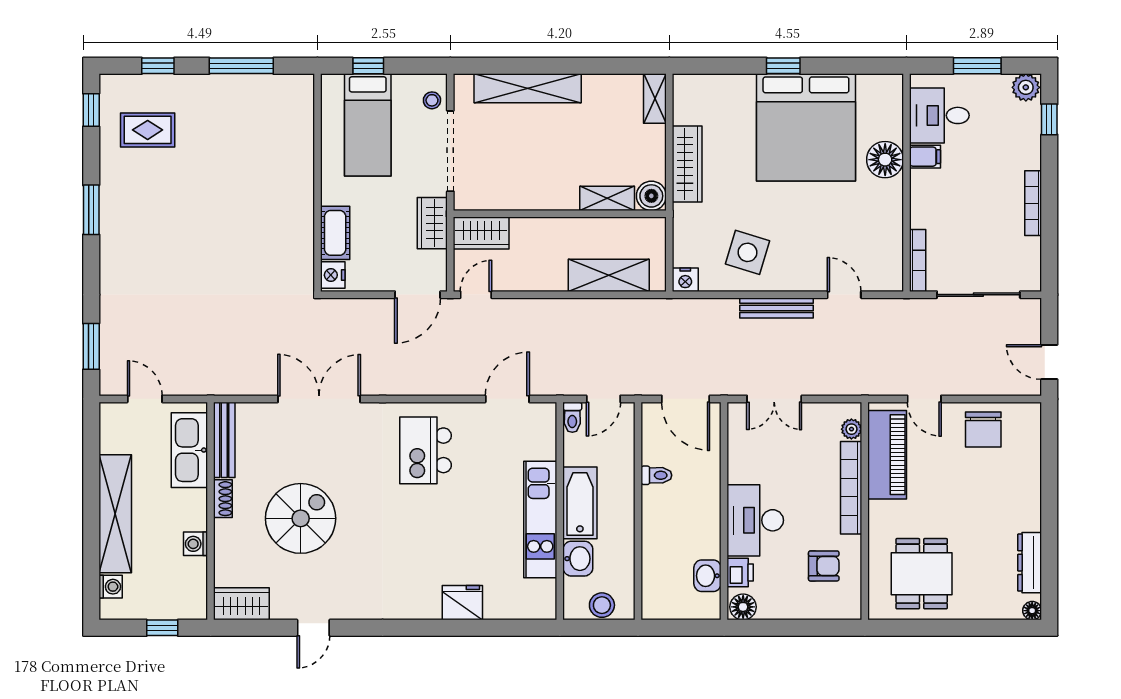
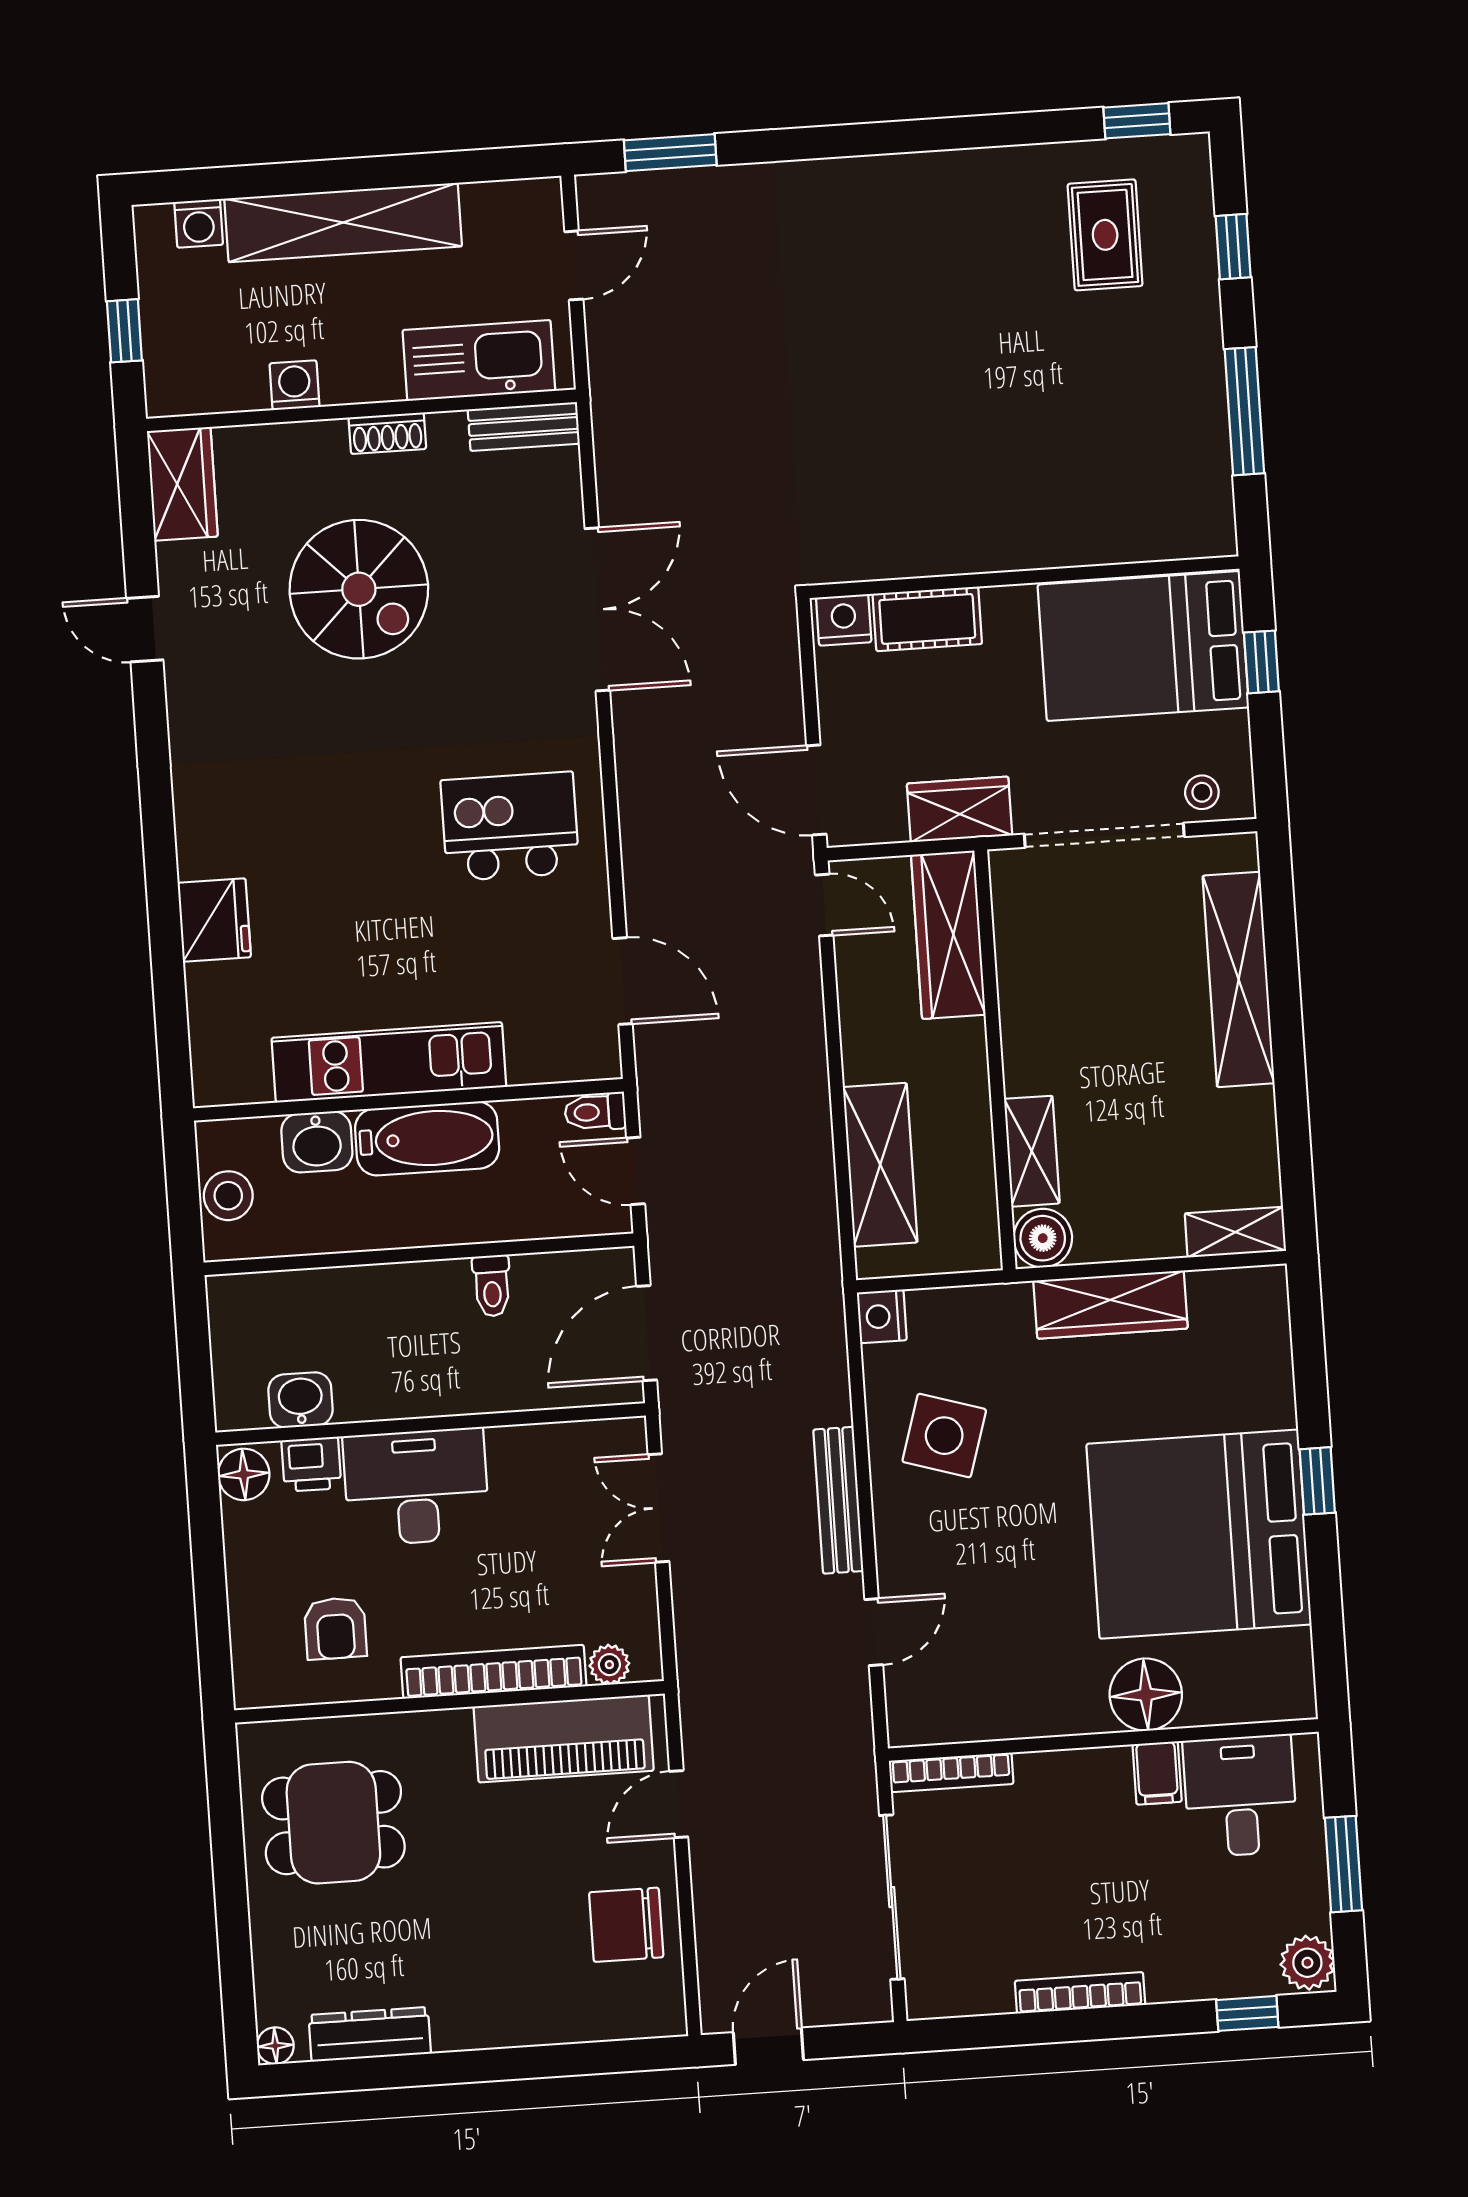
bed: (368, 125) -> (1143, 646), width x1.50
window: (91, 210) -> (940, 134), removed
wardrobe: (481, 233) -> (948, 935), width x1.50
bench: (224, 440) -> (524, 427), width x0.73

